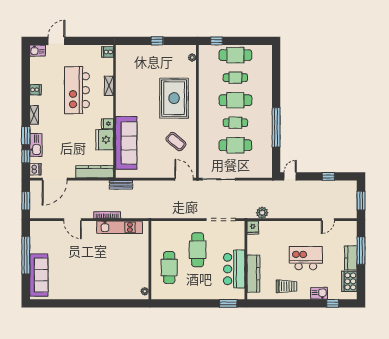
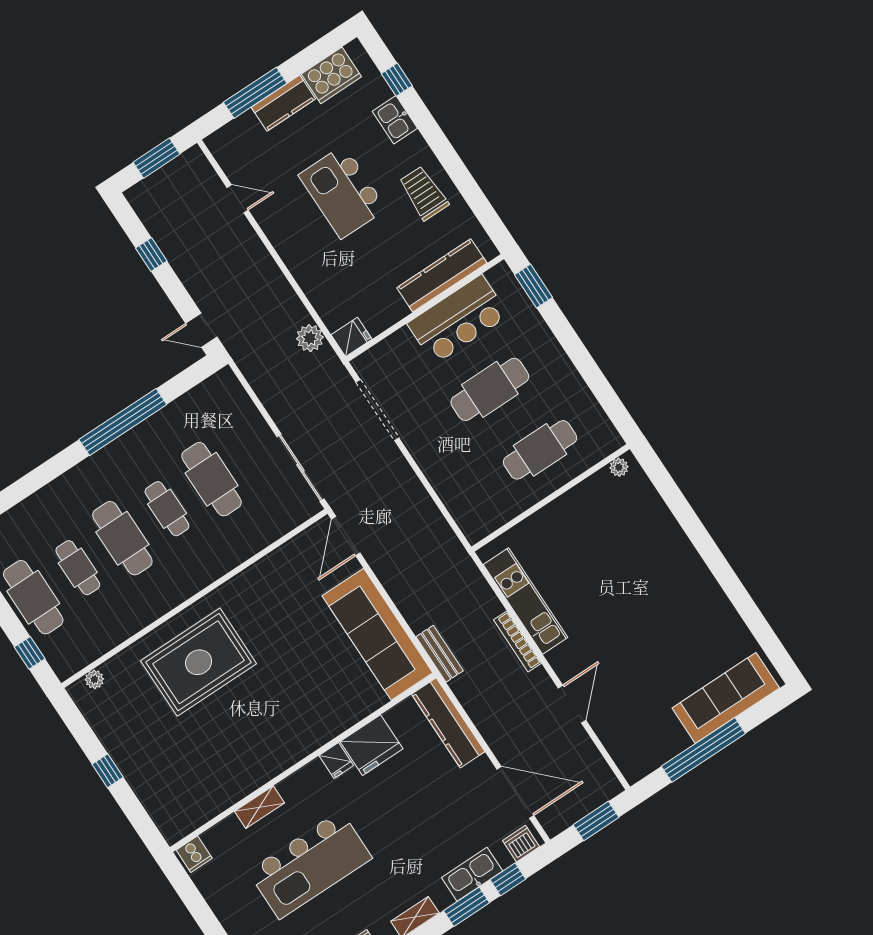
coffee table: (176, 142) -> (282, 602), removed
sofa: (126, 143) -> (377, 634), moved, turned -90
cafe table: (198, 250) -> (490, 389), moved

